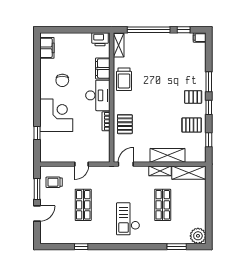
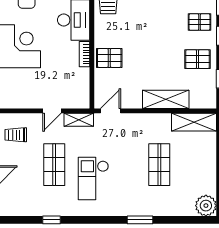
pallet: (125, 124) -> (109, 58), turned 90
shelving: (160, 171) -> (79, 120), moved
checkout: (128, 219) -> (93, 179), moved
window: (177, 247) -> (140, 220), moved

